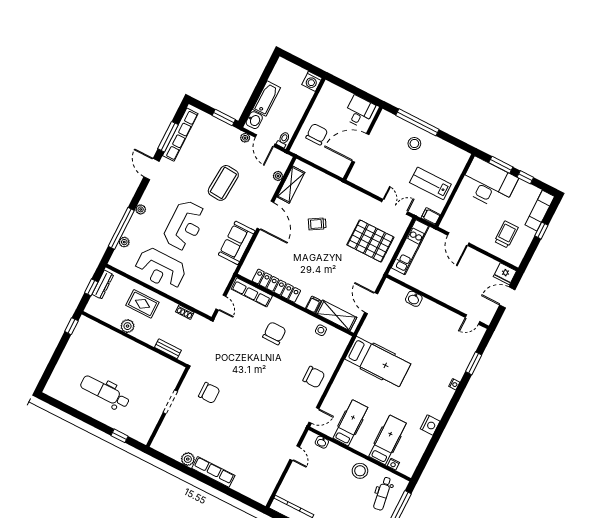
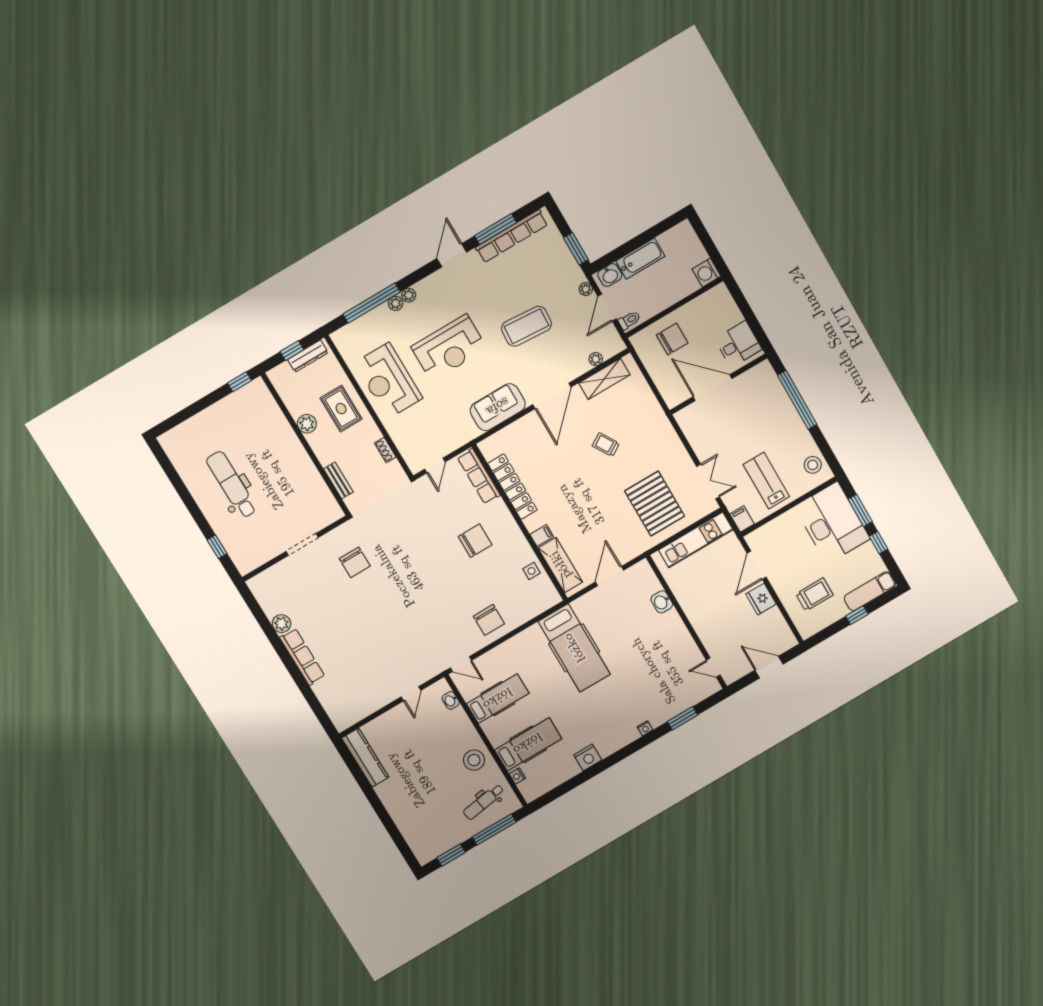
stool: (414, 144) -> (813, 465), moved
plant: (124, 242) -> (396, 303), moved
fridge: (505, 274) -> (761, 599), moved

